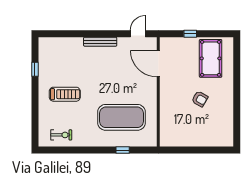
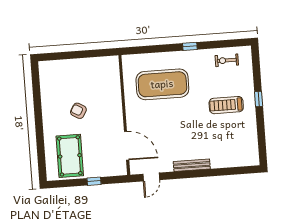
window: (35, 69) -> (259, 99), moved
window: (123, 150) -> (190, 46), moved

